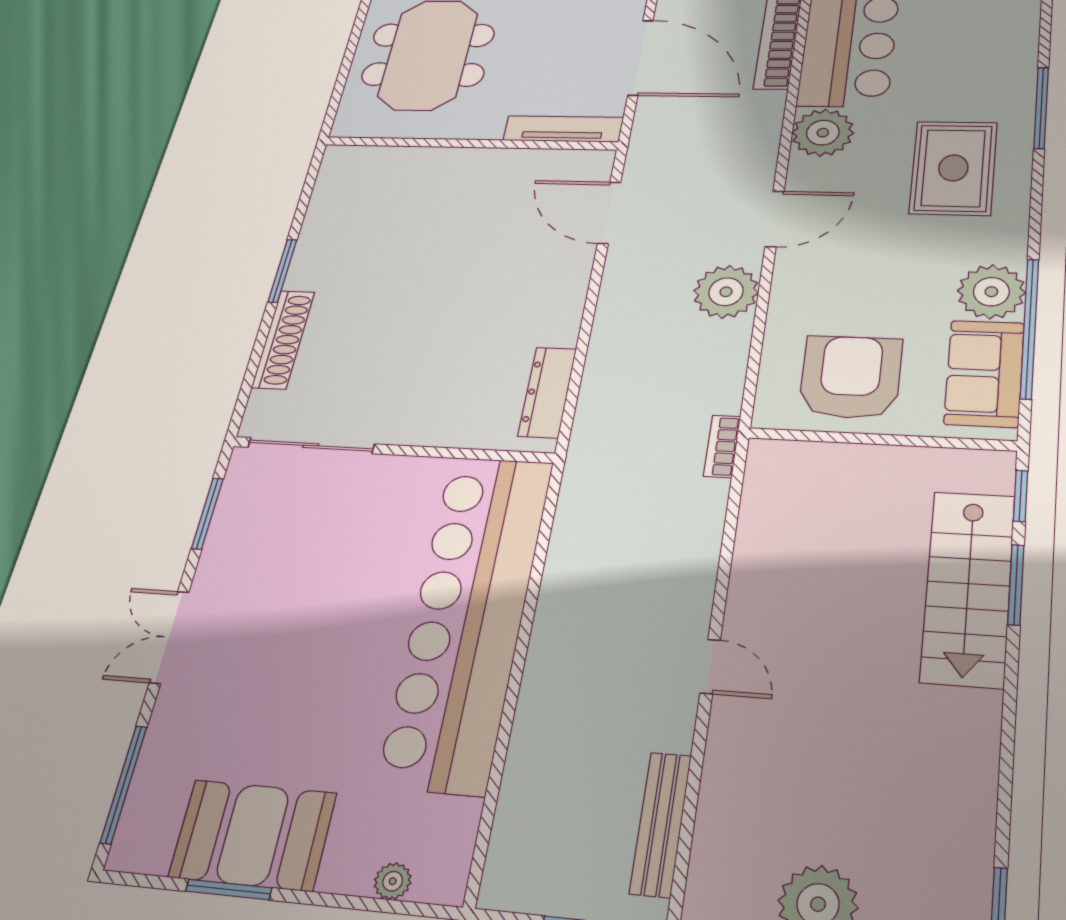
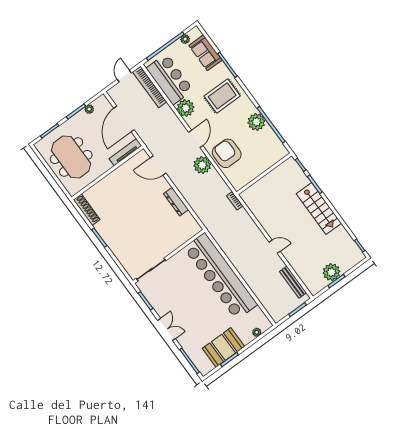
door: (640, 58) -> (124, 119), swing flipped
rug: (953, 168) -> (222, 96), turned 90
shoe rack: (283, 339) -> (87, 210), moved
sofa: (984, 373) -> (205, 53), moved
armchair: (851, 377) -> (227, 153), moved
dresser: (547, 392) -> (176, 202), moved
stairs: (968, 587) -> (319, 209), moved
double door: (169, 637) -> (166, 329), swing flipped

